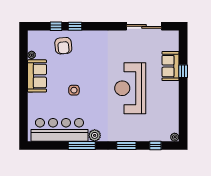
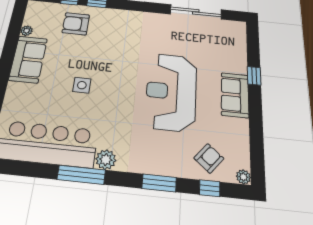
armchair: (63, 46) -> (76, 24), turned 95
sofa: (170, 66) -> (235, 95), moved
armchair: (155, 128) -> (209, 158), added

